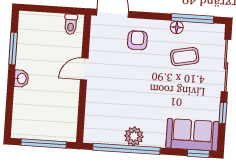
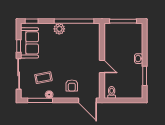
door: (84, 69) -> (102, 67), hinge flipped
sofa: (192, 135) -> (29, 43), moved, turned -90
plant: (134, 136) -> (59, 29), moved

